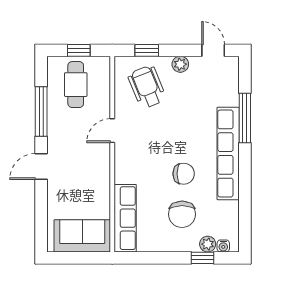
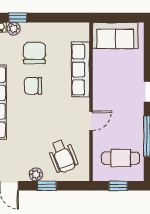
window: (147, 50) -> (47, 186), moved
cafe table: (76, 85) -> (121, 158), turned 90
row of seats: (125, 218) -> (81, 70), moved

